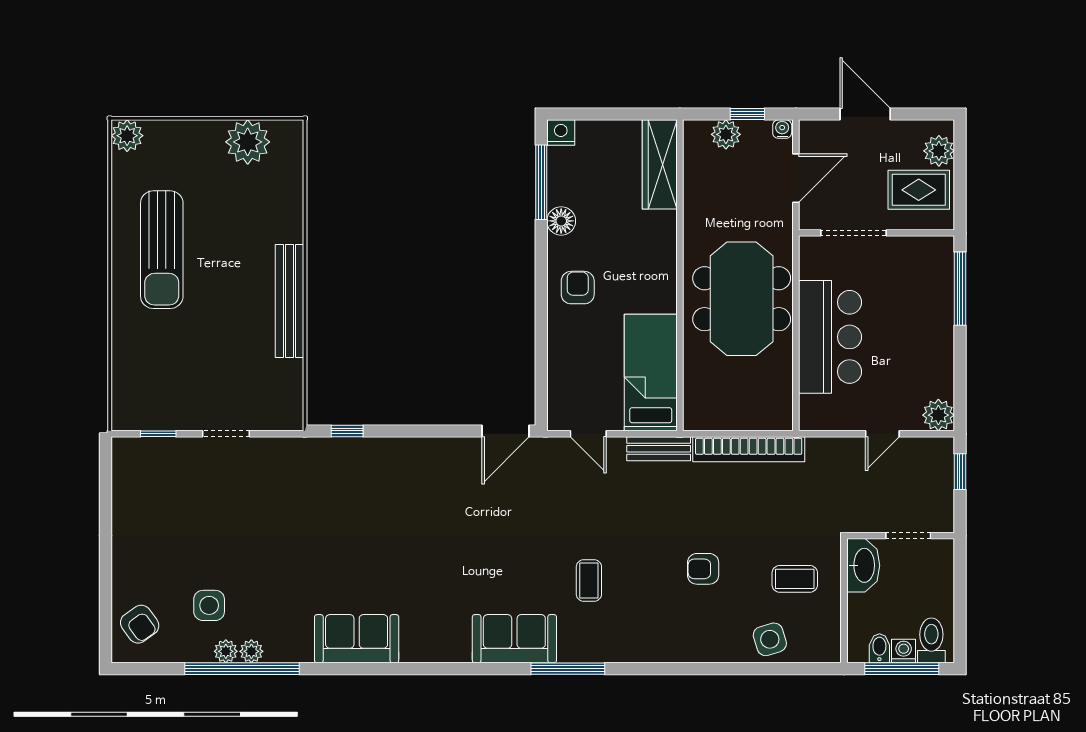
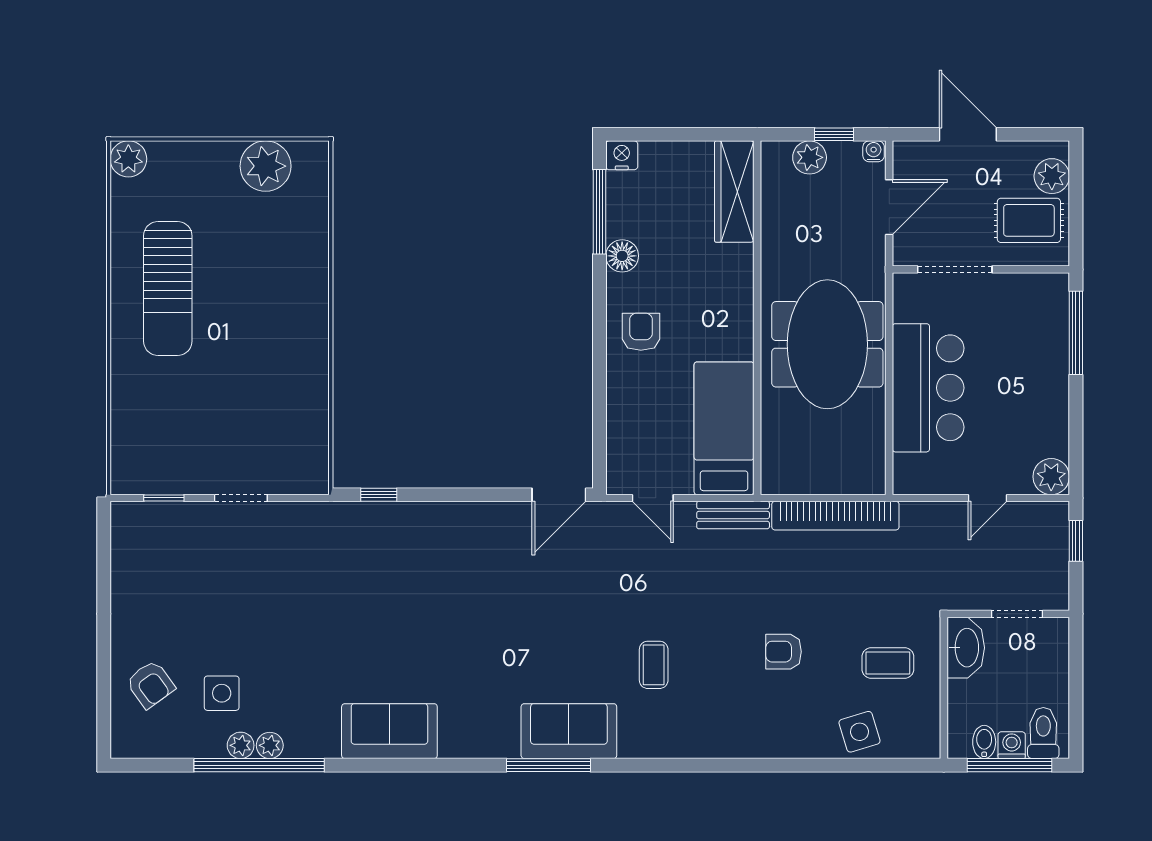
bench: (289, 301) -> (313, 347), removed
armchair: (140, 624) -> (151, 684), moved
window: (568, 669) -> (549, 765), moved

